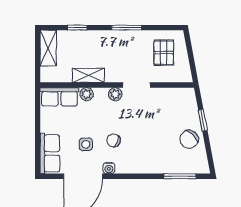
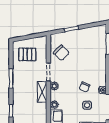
shelving: (88, 75) -> (42, 92), moved
chair: (189, 139) -> (61, 53), moved

